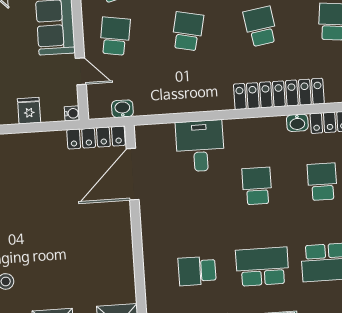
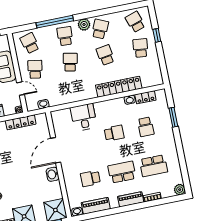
locker: (96, 137) -> (21, 122), moved
door: (133, 174) -> (56, 150), moved
school desk: (322, 182) -> (146, 127), turned 180
school desk: (257, 186) -> (114, 133), turned 90
washbasin: (122, 252) -> (53, 174), added

